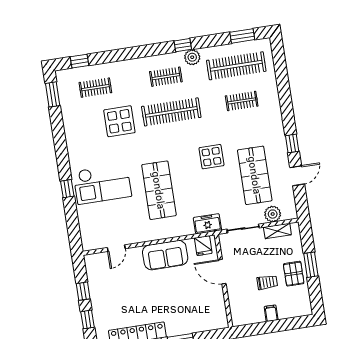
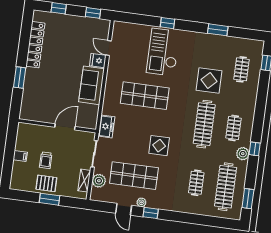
window: (53, 94) -> (218, 30), moved
plant: (283, 158) -> (141, 202), added
fridge: (203, 246) -> (98, 61), moved
window: (83, 291) -> (93, 13), moved

